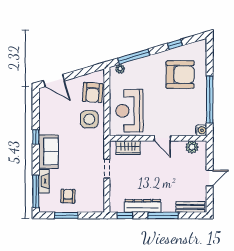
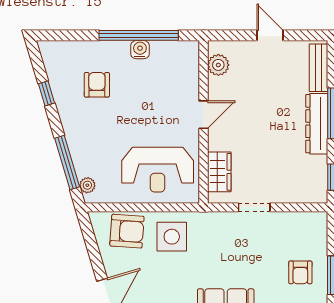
armchair: (180, 75) -> (97, 85), width x0.53, depth x0.53
water cooler: (201, 130) -> (140, 50), moved
armchair: (68, 196) -> (300, 272), turned -91
dresser: (143, 206) -> (317, 124), moved

